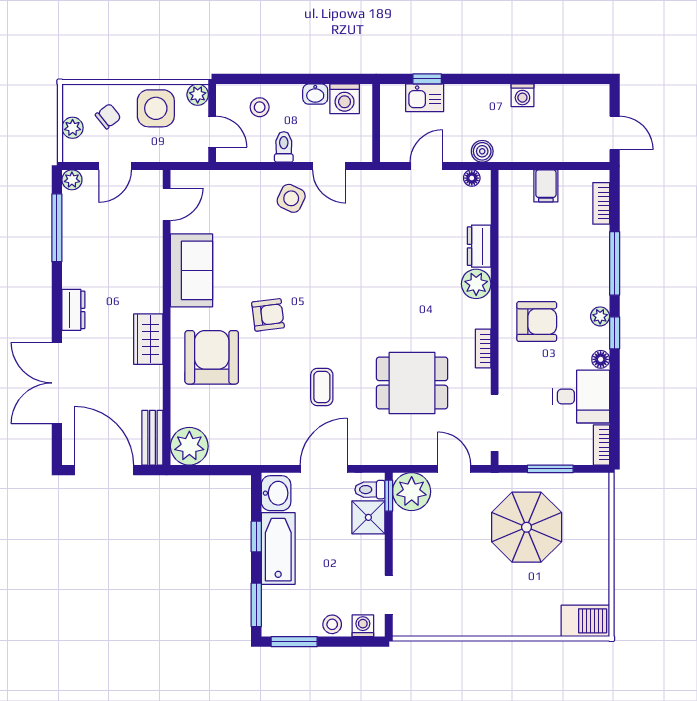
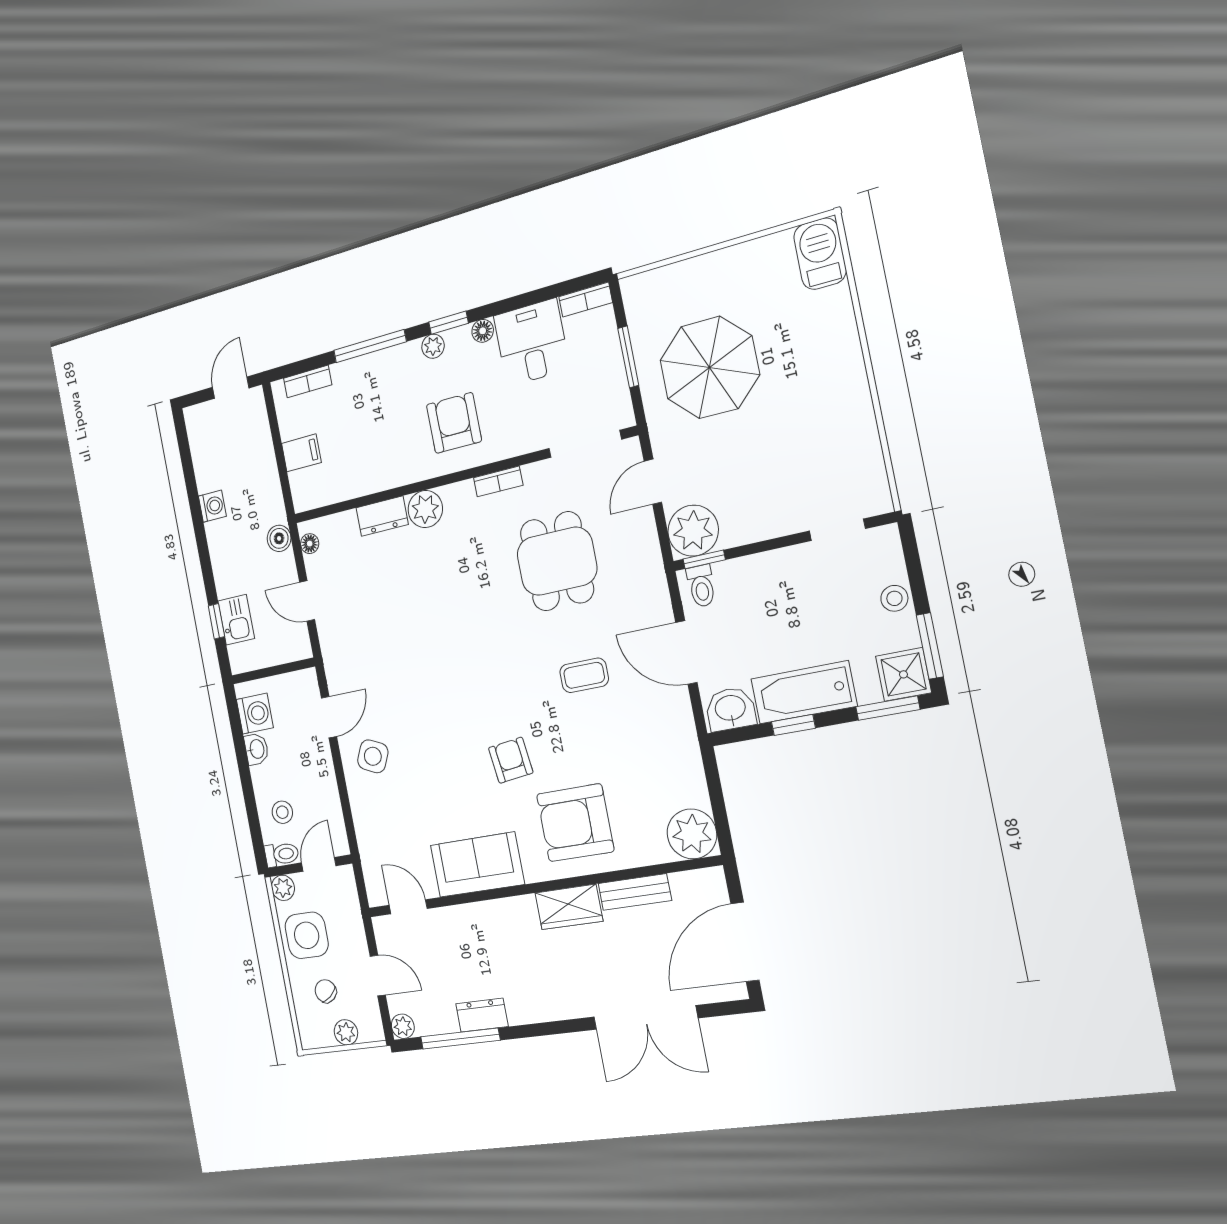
toilet: (284, 147) -> (282, 854), moved, turned 180
dresser: (73, 310) -> (482, 1015), moved
bench: (152, 438) -> (635, 892), moved
shower: (368, 517) -> (903, 674), moved
washing machine: (363, 626) -> (888, 556), removed

